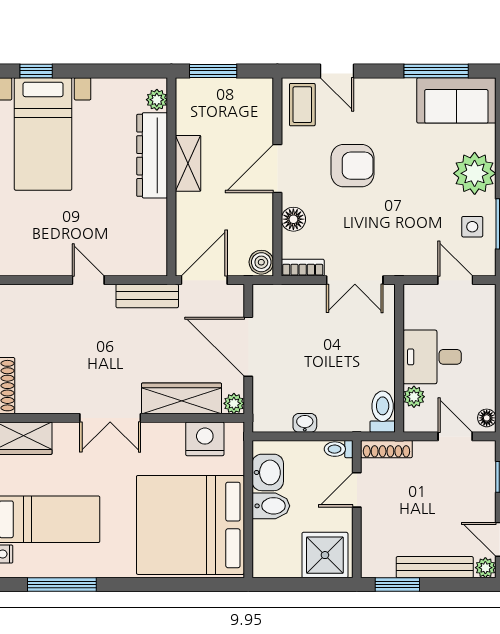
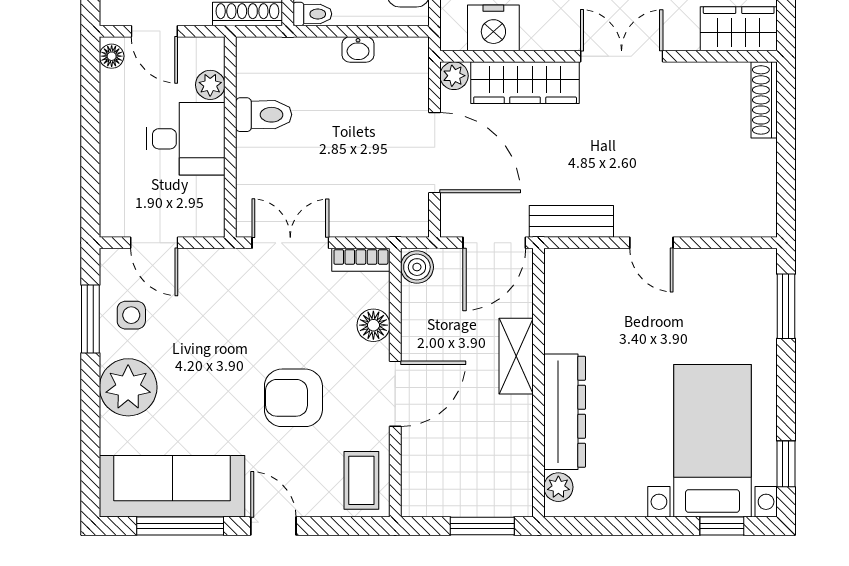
door: (337, 71) -> (273, 526), moved
sofa: (456, 100) -> (172, 486), width x1.36
shelving: (188, 163) -> (516, 356), moved
toilet: (383, 412) -> (264, 115), moved, turned -90

